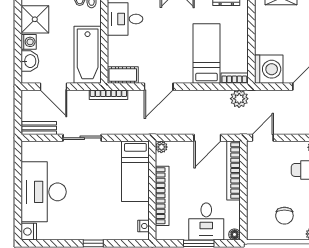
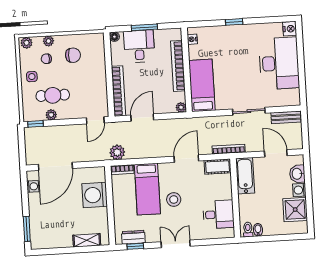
stool: (176, 40) -> (174, 200), added
bathtub: (88, 55) -> (245, 176), width x0.73, depth x0.73
washing machine: (269, 69) -> (95, 195), moved
chair: (284, 216) -> (73, 55), turned 90

